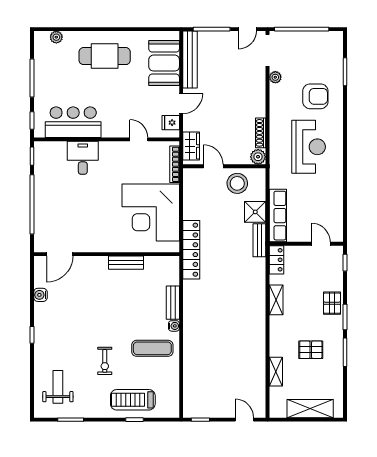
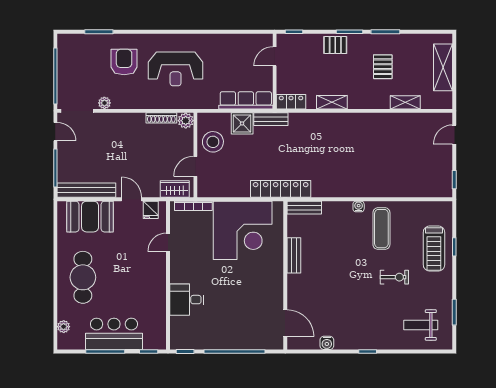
bar counter: (73, 122) -> (114, 334), moved, turned 90
reception desk: (309, 147) -> (176, 69), turned 180
bench: (173, 303) -> (304, 208), moved

